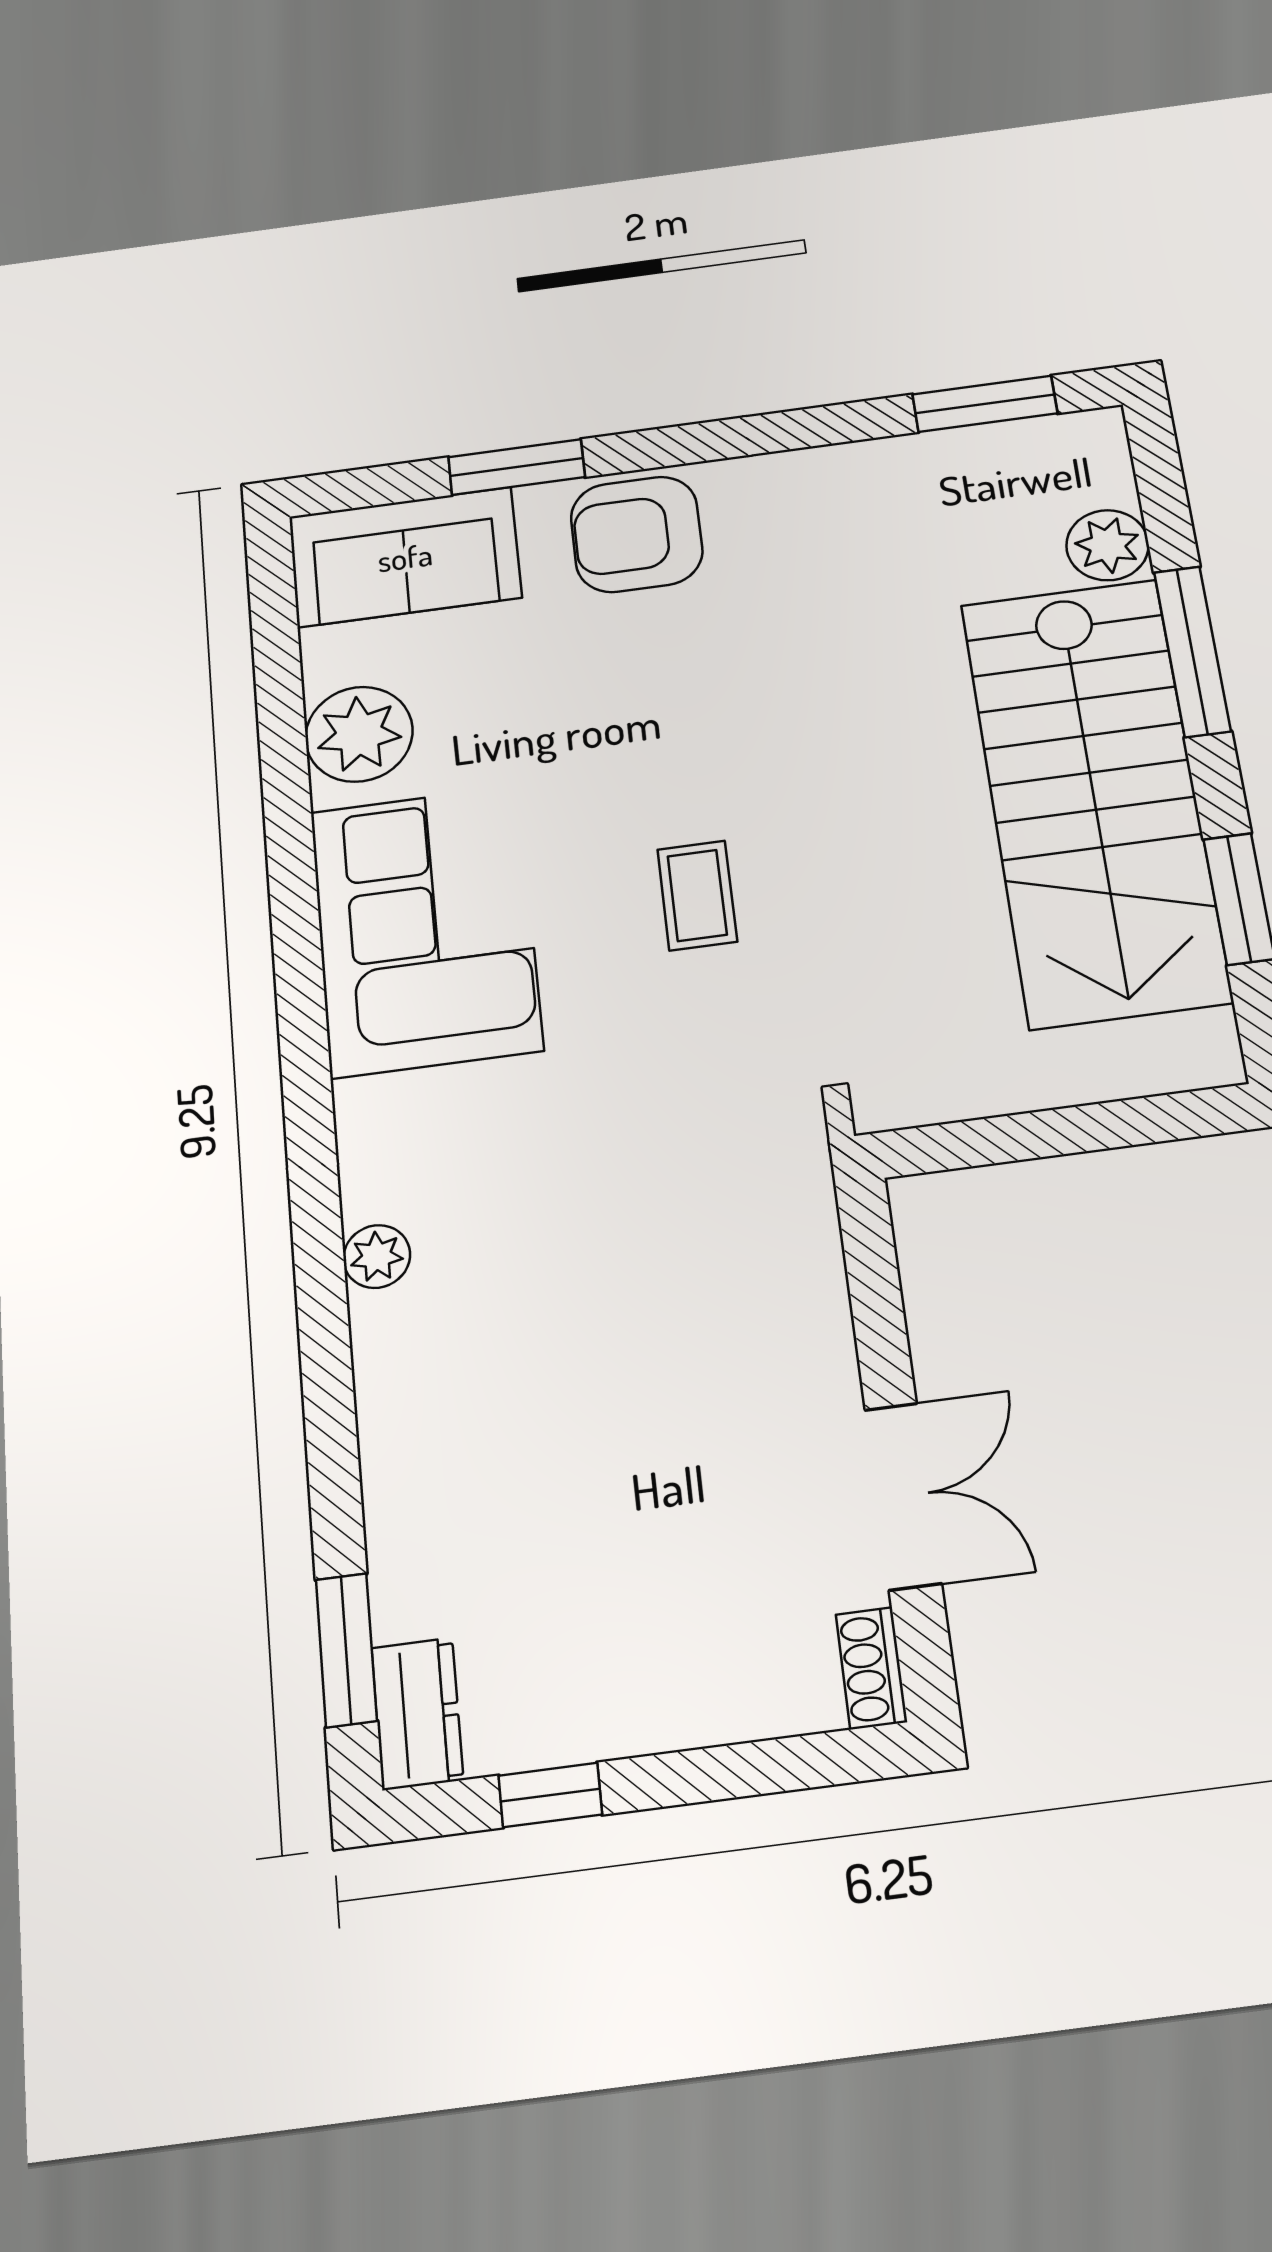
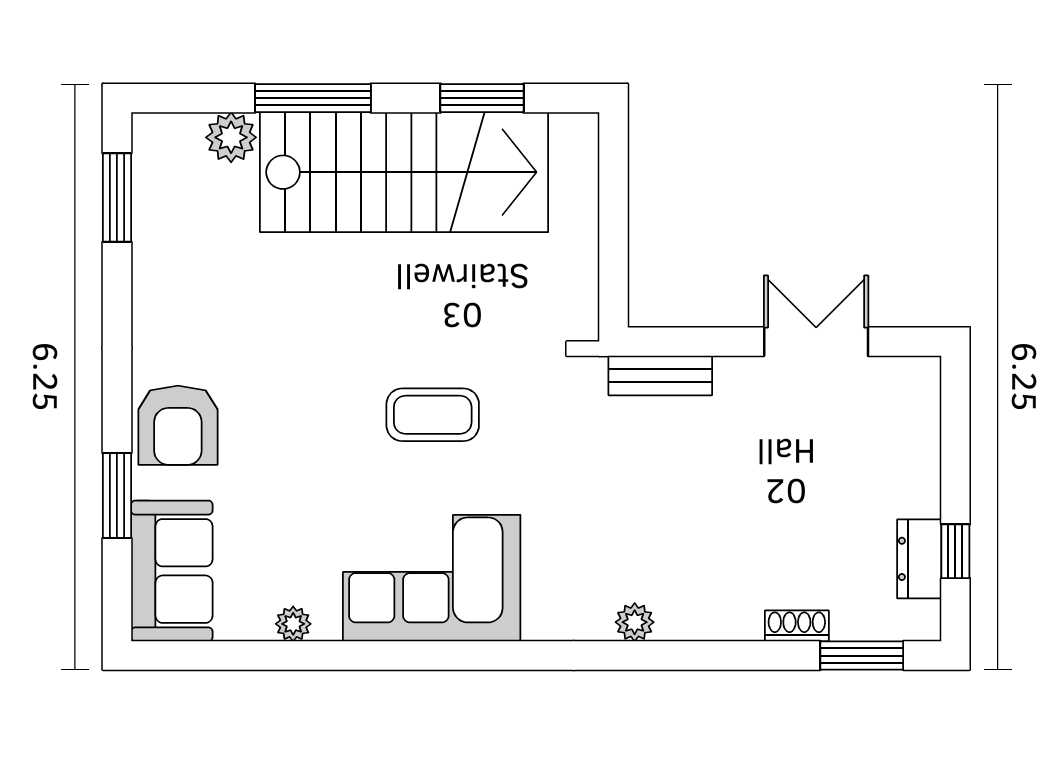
plant: (359, 734) -> (293, 624), width x0.53, depth x0.53
coffee table: (697, 895) -> (433, 415), width x1.36, depth x1.30
bench: (808, 1242) -> (660, 375), added
shoe rack: (871, 1668) -> (797, 626), moved, turned 180
dresser: (417, 1714) -> (919, 559), moved, turned -90

